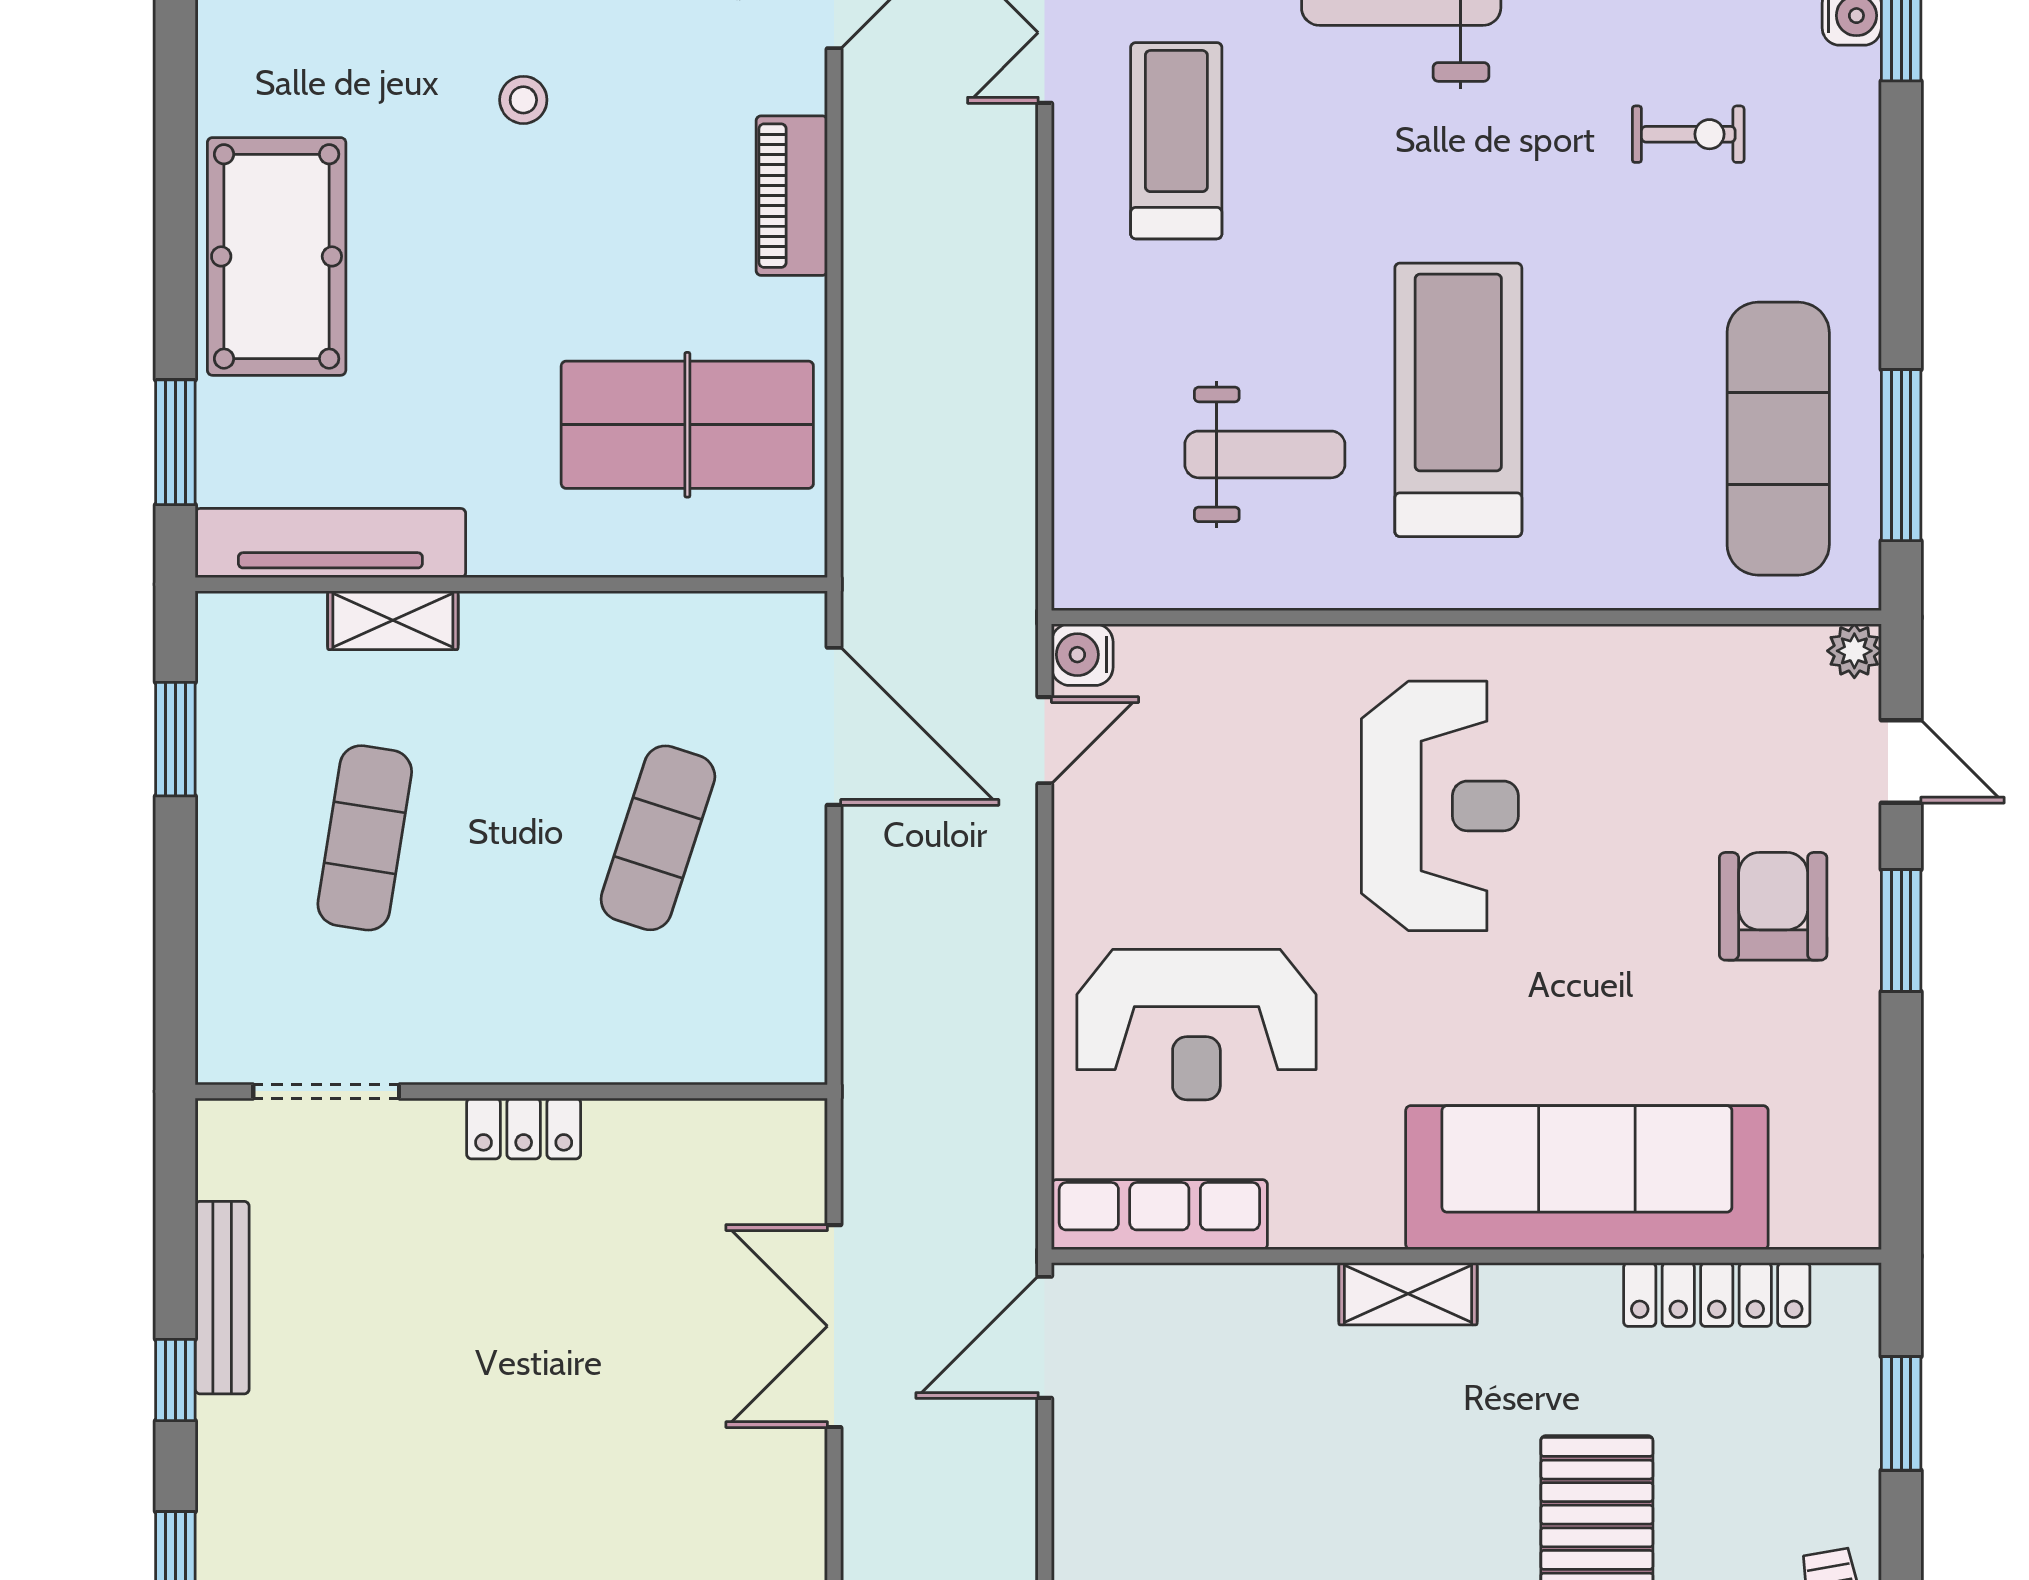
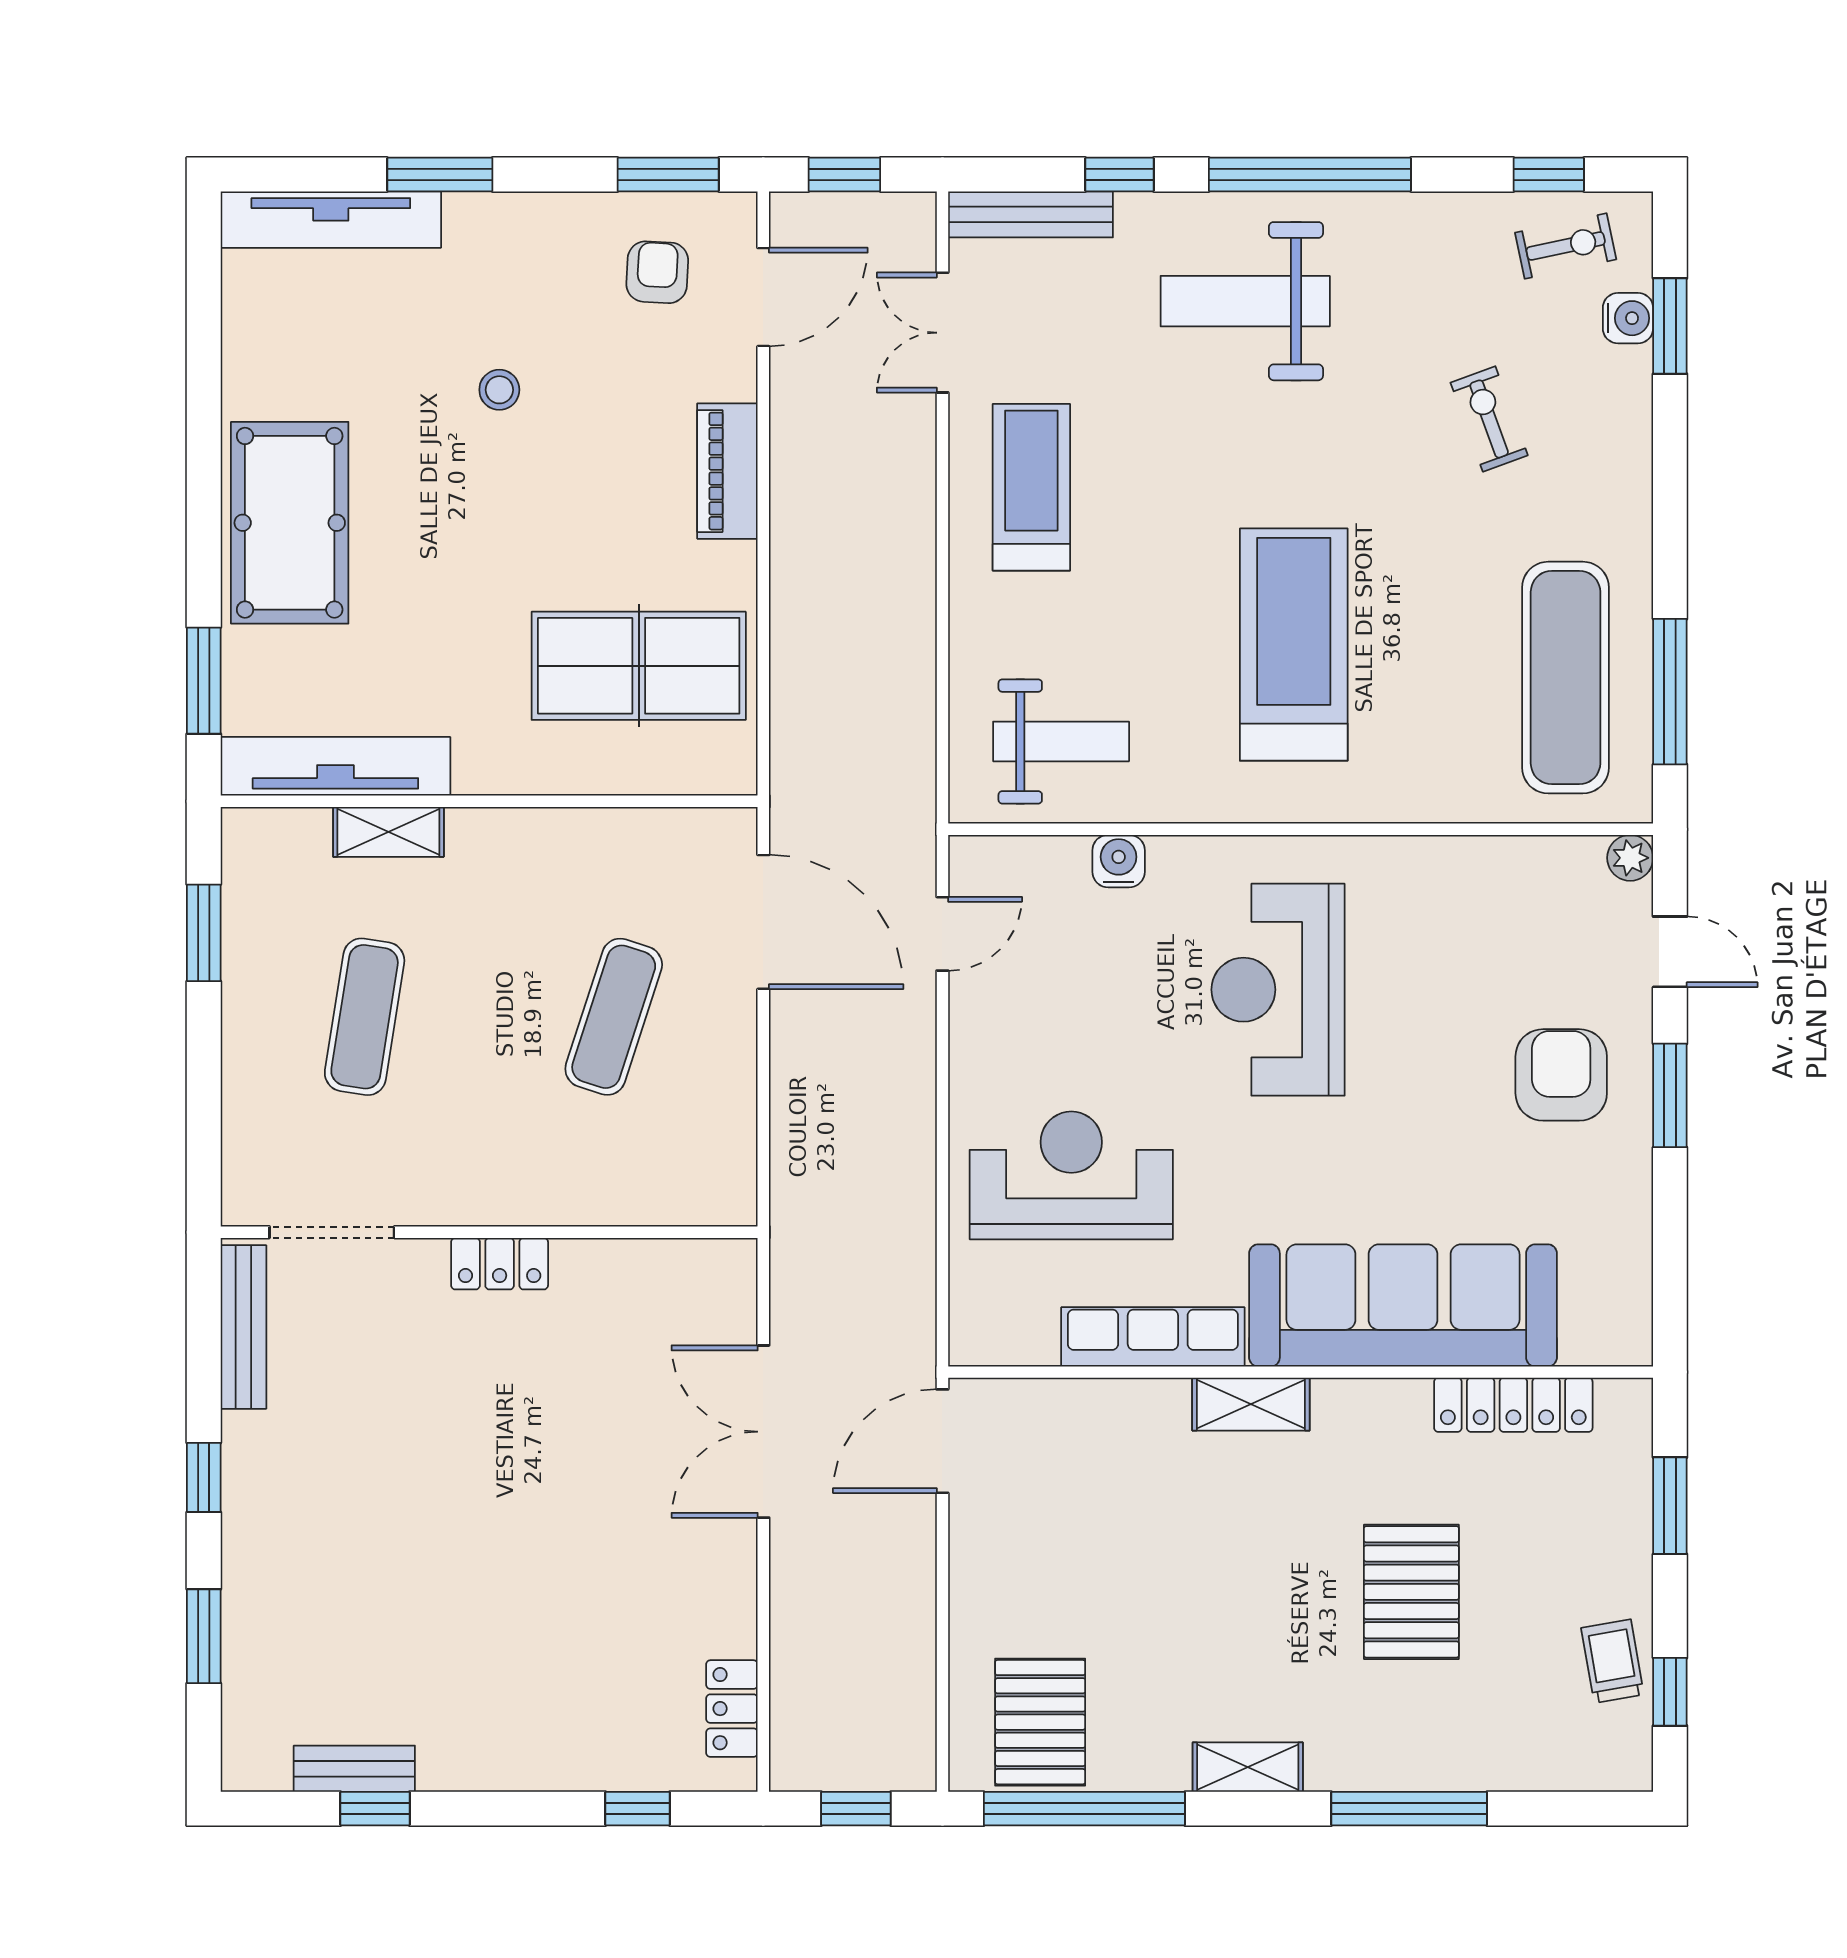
exercise bike: (1688, 134) -> (1489, 419), turned -110
treadmill: (1176, 141) -> (1031, 487), moved
weight bench: (1265, 454) -> (1061, 741), moved
water cooler: (1082, 655) -> (1119, 861), moved, turned 90
reception desk: (1440, 806) -> (1278, 990), turned 180
reception desk: (1196, 1025) -> (1071, 1175), turned 180
row of seats: (1159, 1215) -> (1153, 1337), moved
bench: (222, 1298) -> (243, 1327), moved

